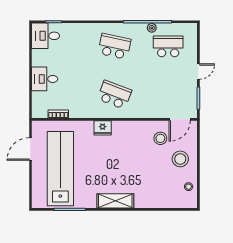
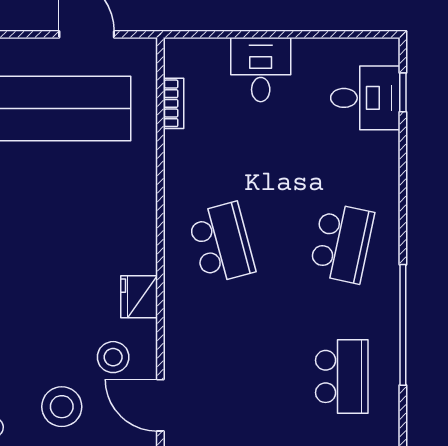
plant: (152, 28) -> (388, 336), removed
desk: (46, 36) -> (365, 98), moved, turned 90
school desk: (114, 95) -> (222, 243), turned -36
fridge: (103, 128) -> (139, 297), moved

